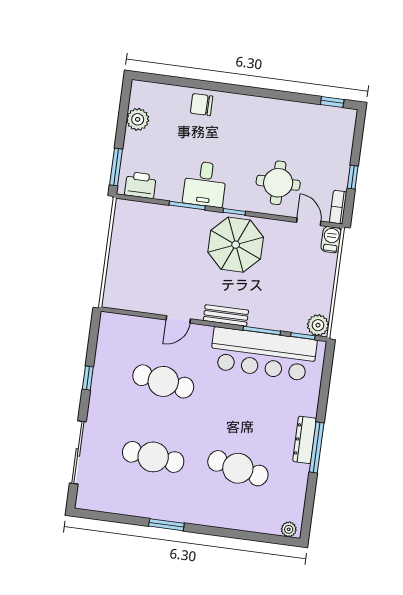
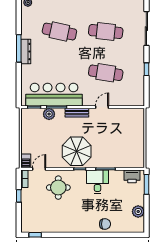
door: (309, 222) -> (39, 169), swing flipped
plant: (318, 325) -> (49, 114), moved

